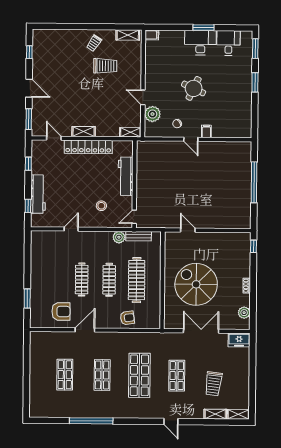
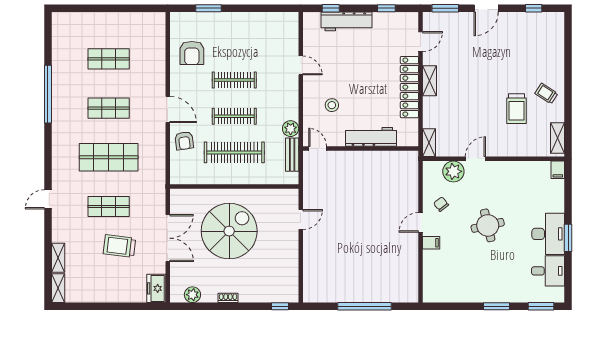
round table: (194, 88) -> (488, 225), turned -38
door: (85, 330) -> (168, 109), moved
trolley: (213, 384) -> (119, 246), moved

